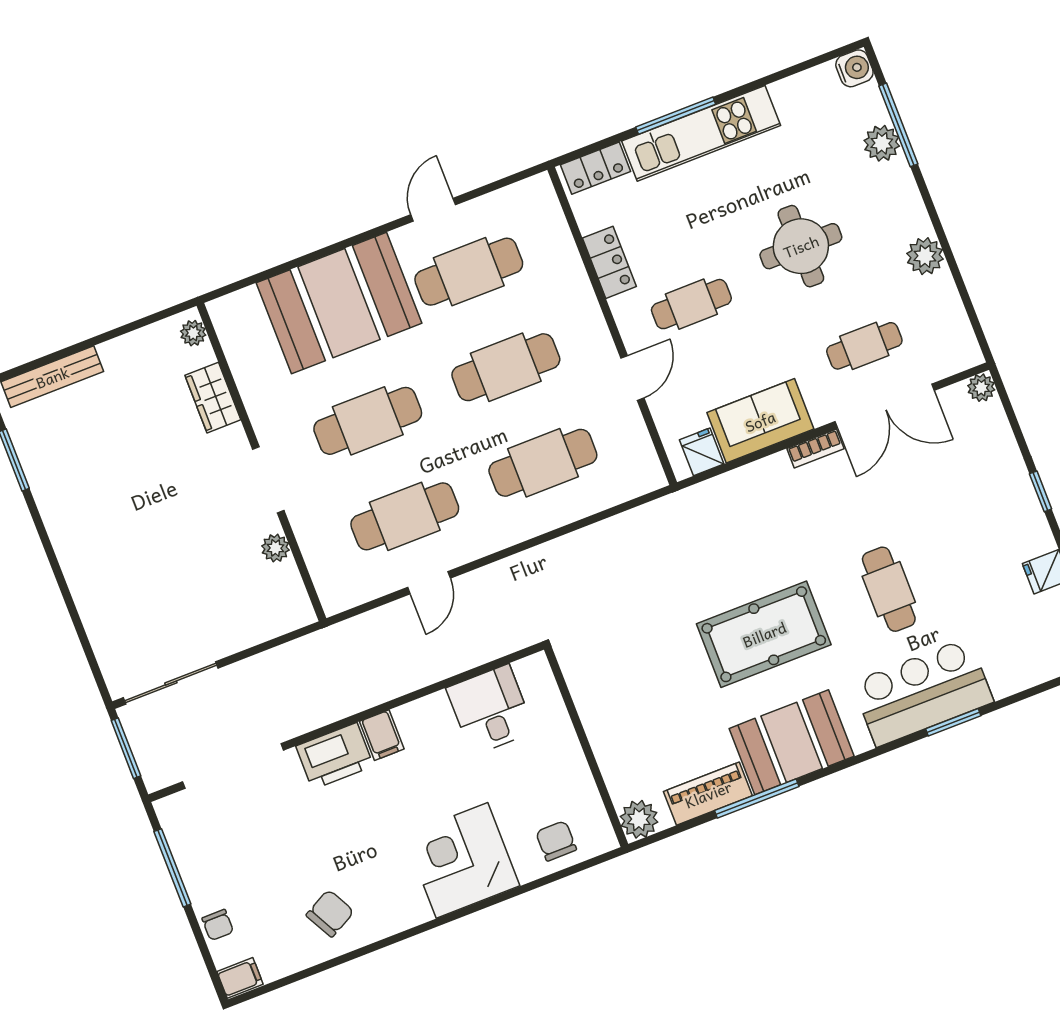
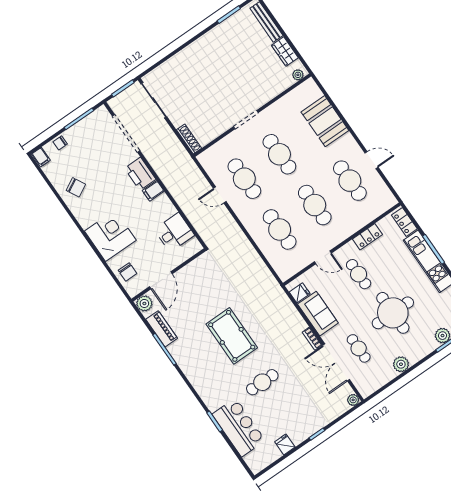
round table: (801, 246) -> (393, 313), width x1.36, depth x1.36
booth: (339, 303) -> (325, 121), width x0.73, depth x0.70
wardrobe: (213, 398) -> (285, 52), moved, turned -90
plant: (275, 548) -> (219, 129), removed
shoe rack: (281, 623) -> (189, 139), added
bar counter: (923, 692) -> (239, 427), moved
booth: (792, 742) -> (191, 358), removed
door: (594, 768) -> (161, 280), added
chair: (556, 841) -> (128, 272), turned 90

